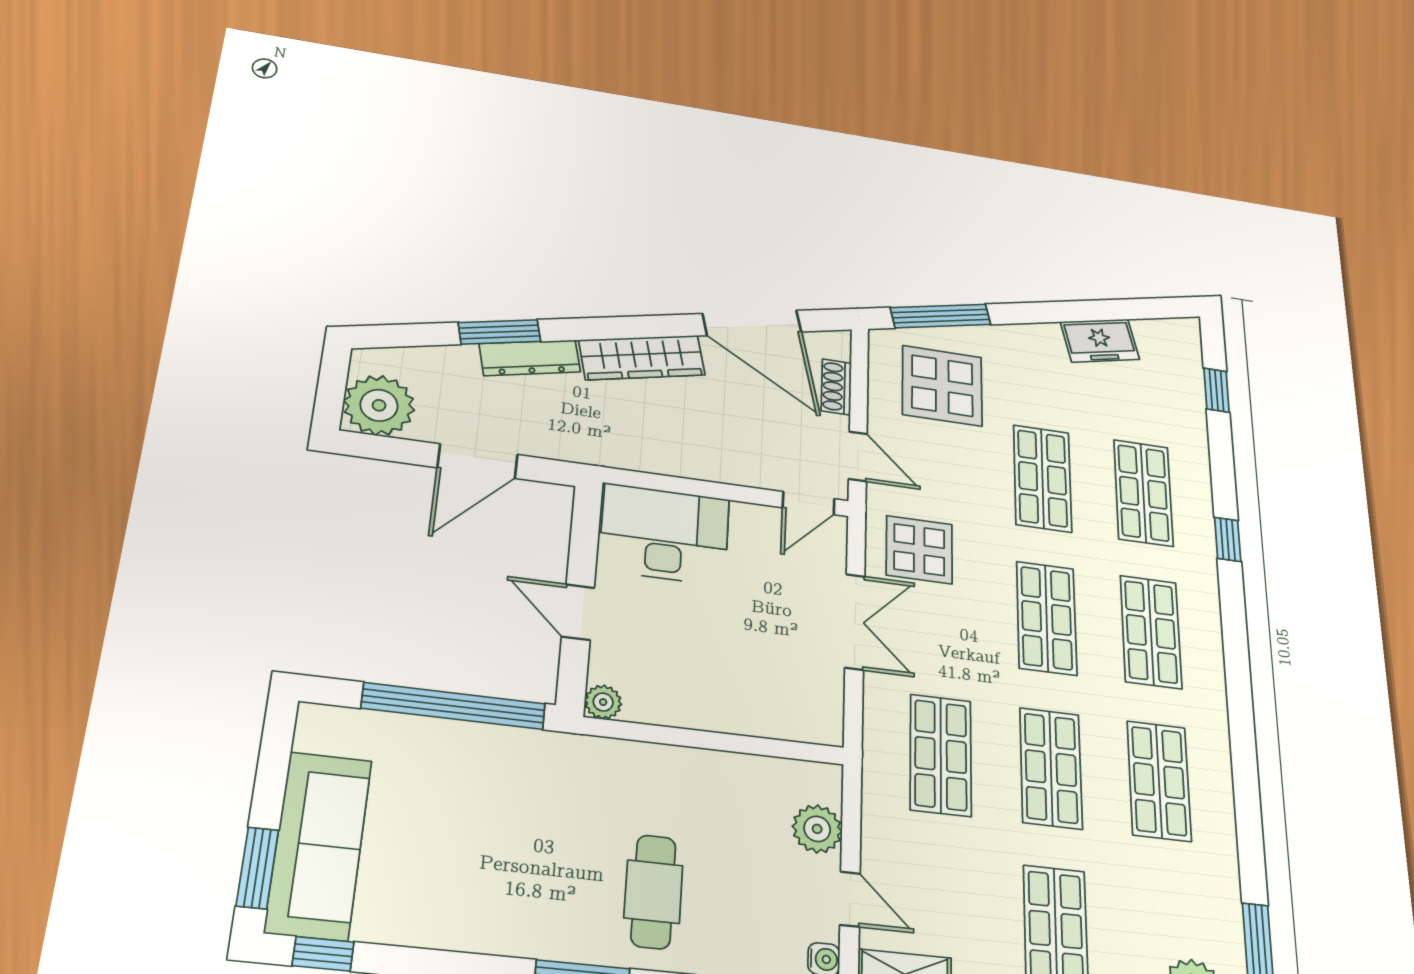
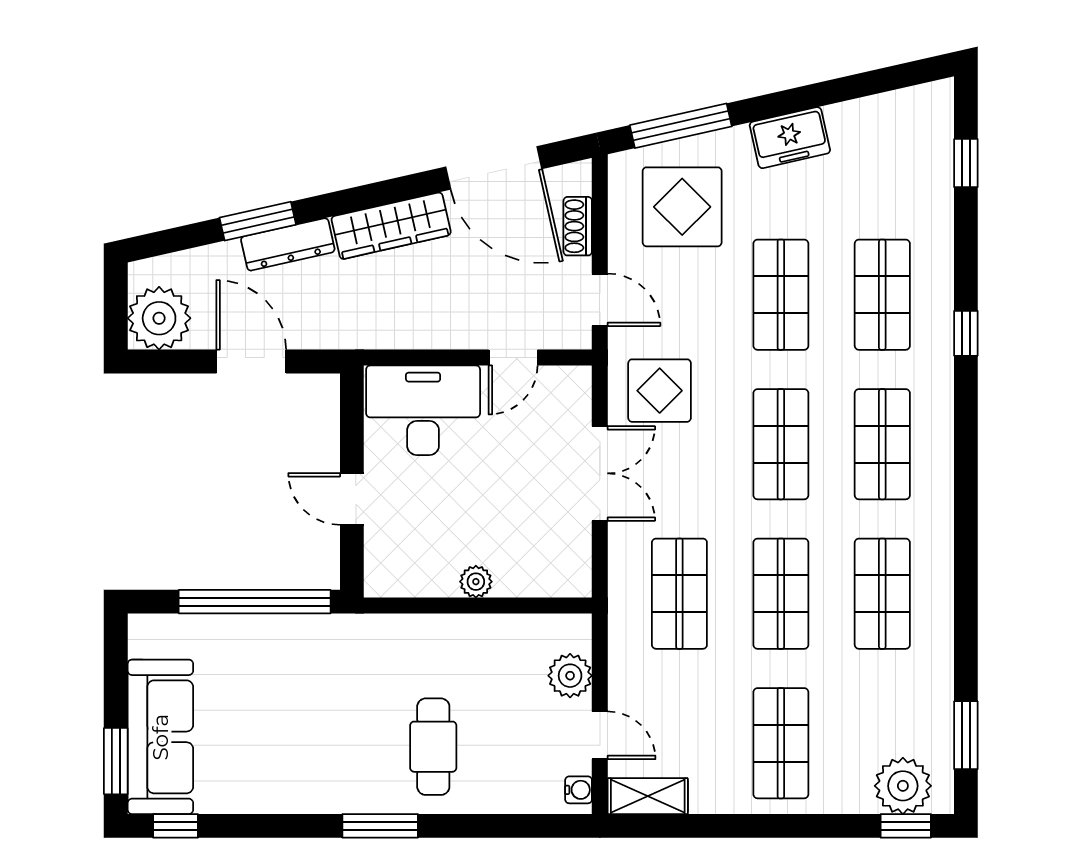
freezer: (1100, 341) -> (790, 138), moved
door: (478, 461) -> (251, 362), swing flipped
door: (809, 503) -> (513, 358), moved
plant: (603, 702) -> (476, 582), moved

